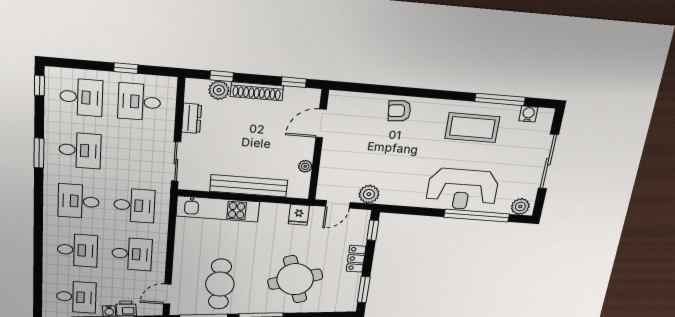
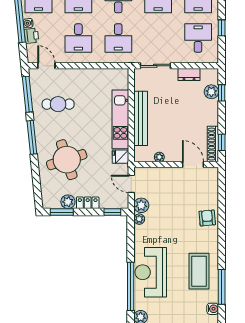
shoe rack: (257, 91) -> (213, 144), moved
plant: (387, 198) -> (139, 219), added
kitchen unit: (218, 209) -> (120, 119), moved
plant: (351, 282) -> (68, 202), added
cafe table: (220, 284) -> (58, 104), width x0.73, depth x0.74

